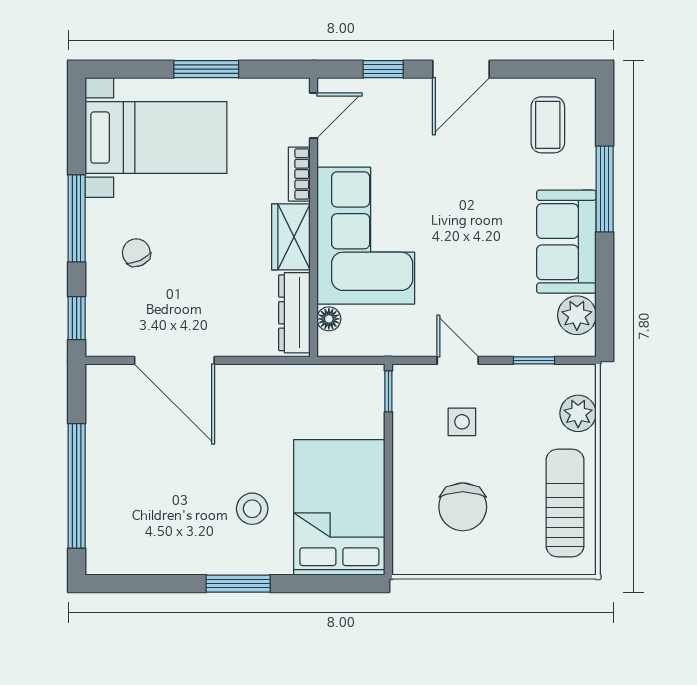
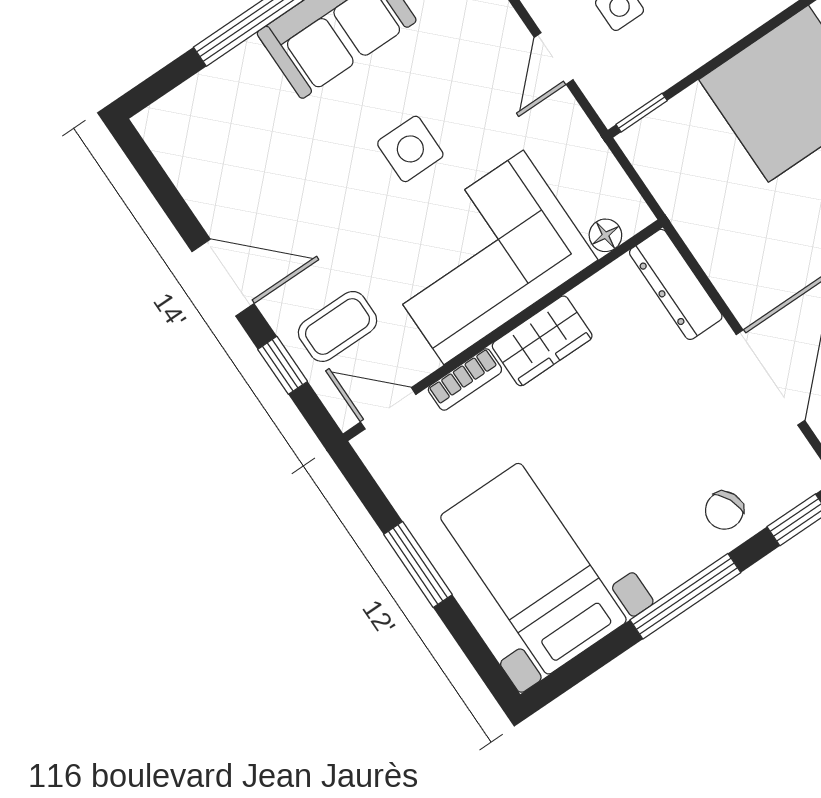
coffee table: (548, 125) -> (338, 326), moved
side table: (462, 236) -> (410, 149), added
chair: (136, 253) -> (724, 510), moved
dresser: (294, 313) -> (676, 284), moved, turned 90

